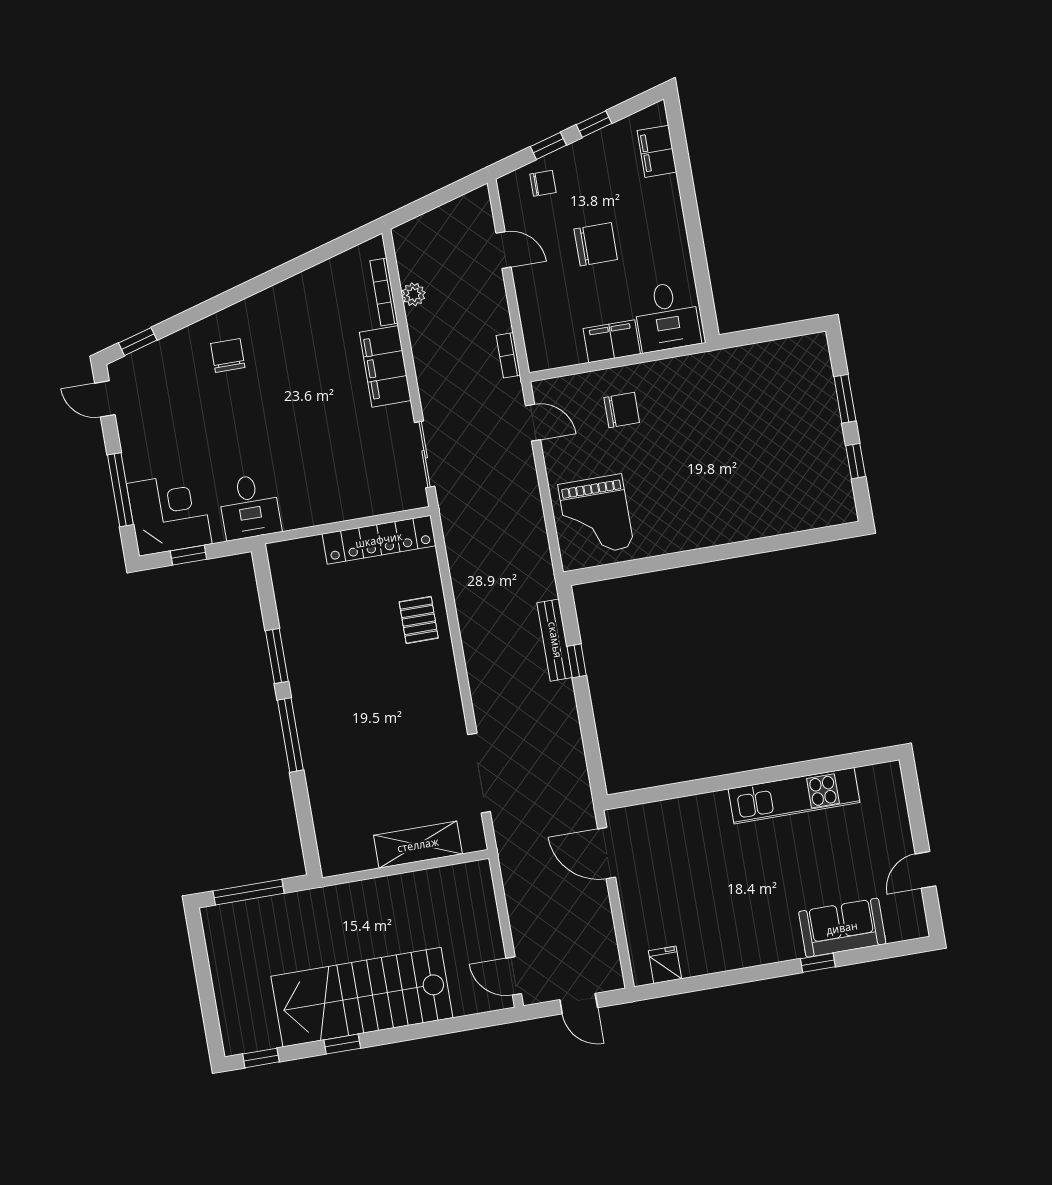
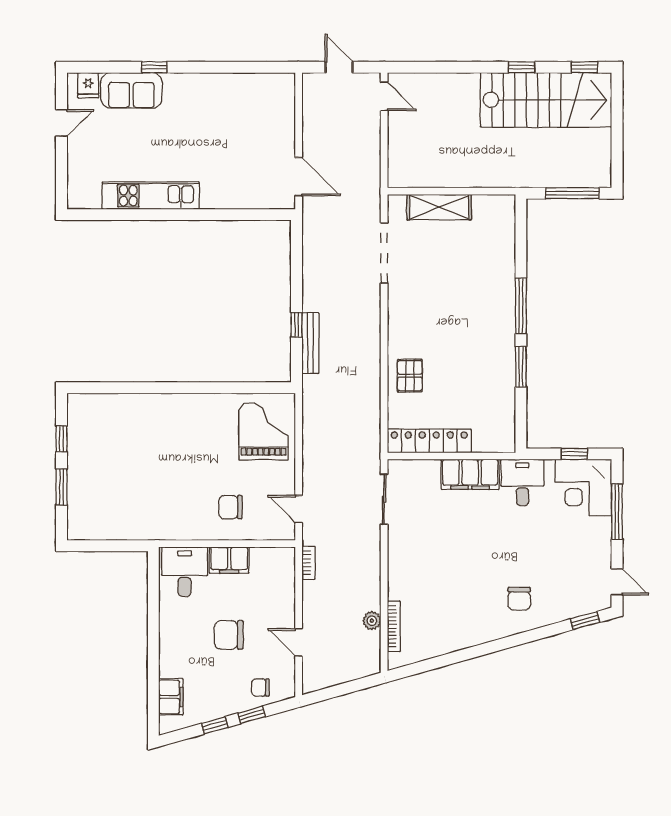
filing cabinet: (385, 366) -> (470, 474), moved, turned 90
fridge: (665, 965) -> (88, 85), moved
stairs: (362, 997) -> (546, 100), moved

